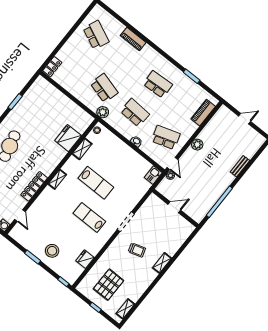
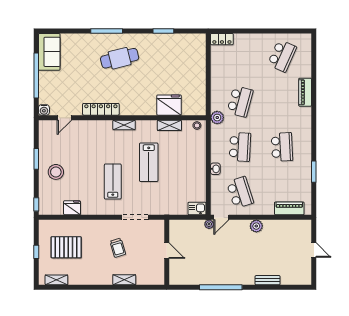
door: (174, 207) -> (167, 251), moved
wall: (175, 208) -> (167, 252), moved

